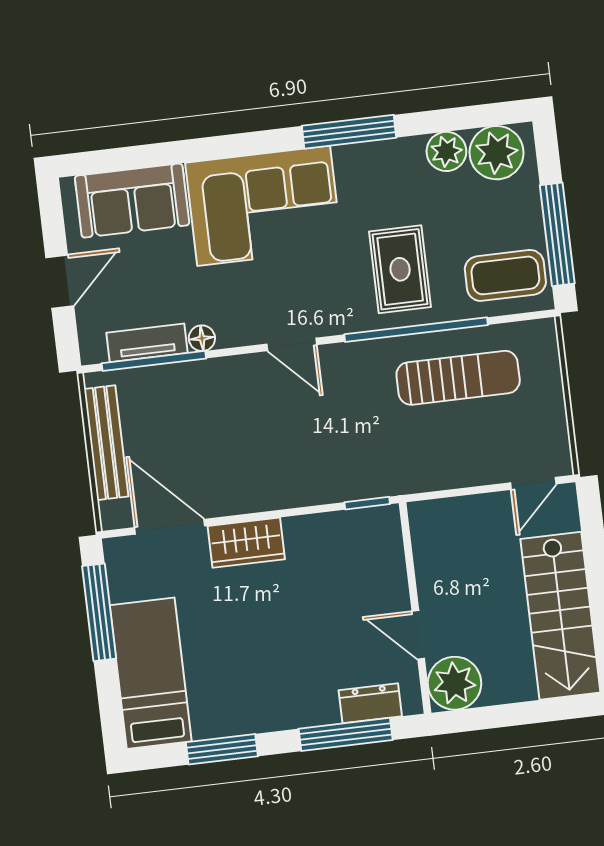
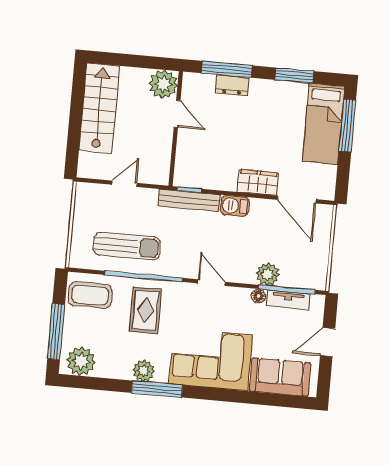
plant: (446, 151) -> (144, 371), moved
window: (557, 234) -> (56, 332), moved
sun lounger: (458, 378) -> (127, 246), turned 180
plant: (194, 381) -> (268, 274), added
bench: (106, 443) -> (189, 200), moved, turned 90
door: (533, 483) -> (124, 184), moved
barbecue: (279, 491) -> (235, 206), added
window: (99, 612) -> (347, 126), moved
dresser: (370, 703) -> (232, 85), moved

